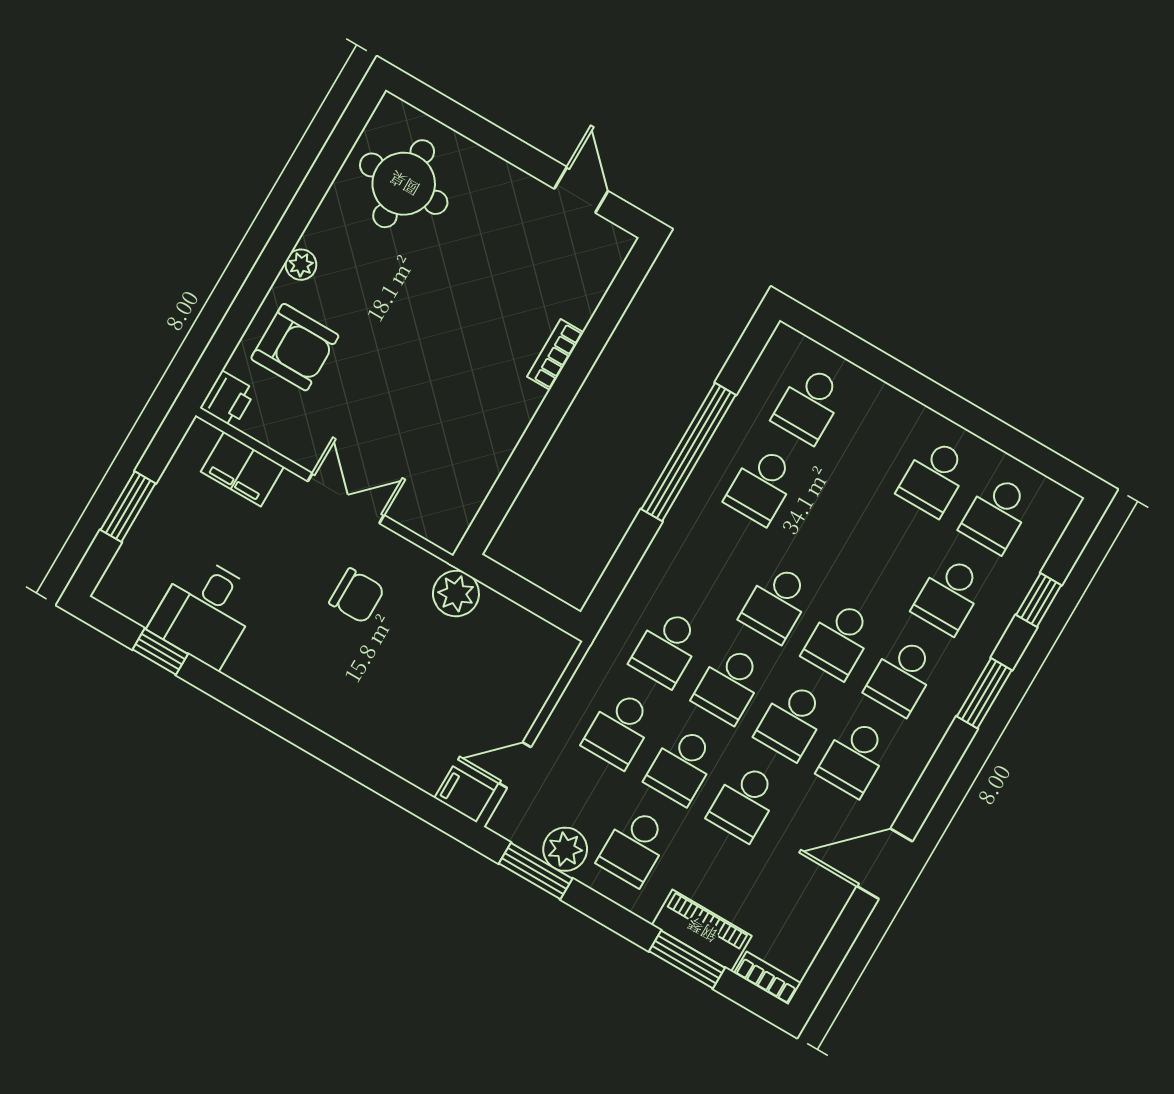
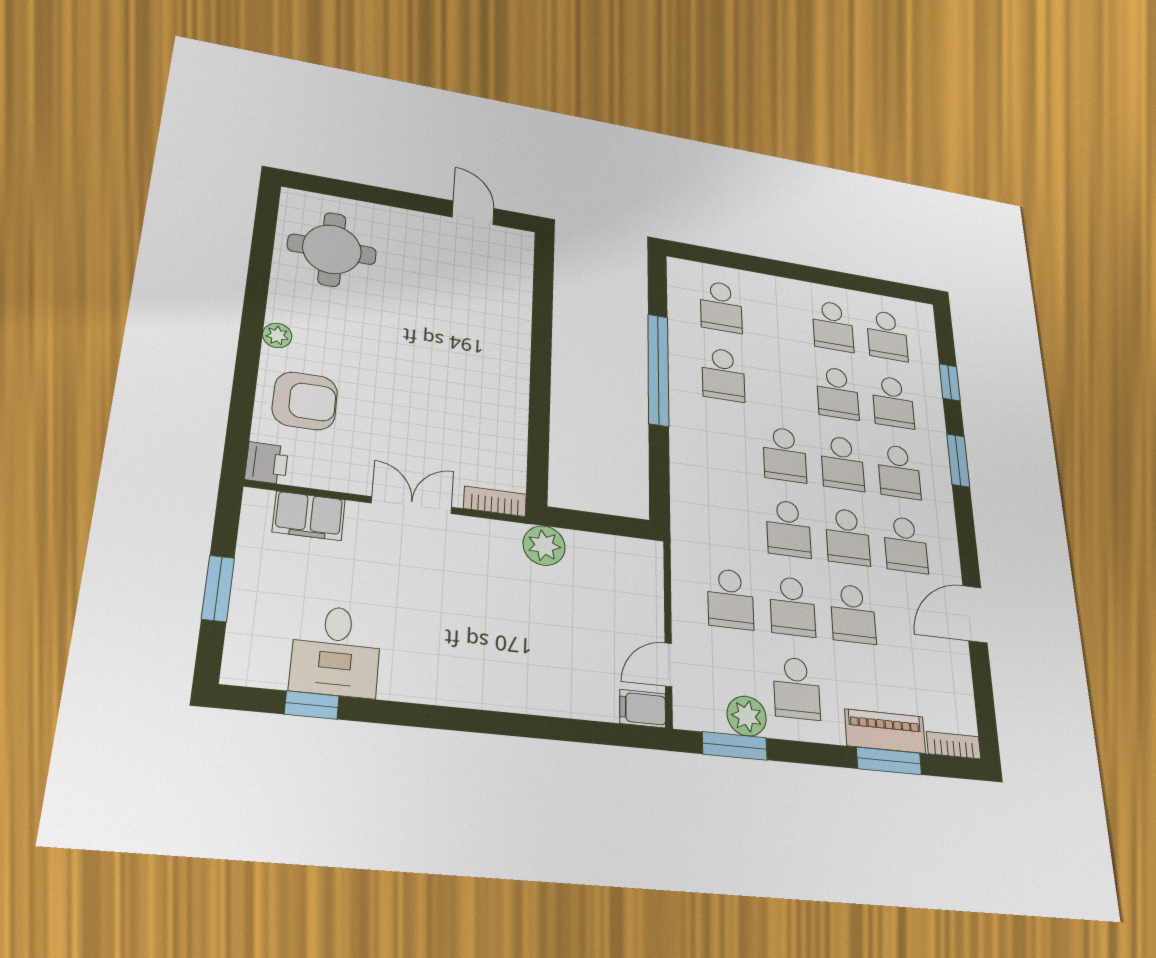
bookcase: (555, 355) -> (495, 501), moved, turned 90
chair: (357, 596) -> (463, 581), removed
school desk: (667, 648) -> (838, 393), moved

